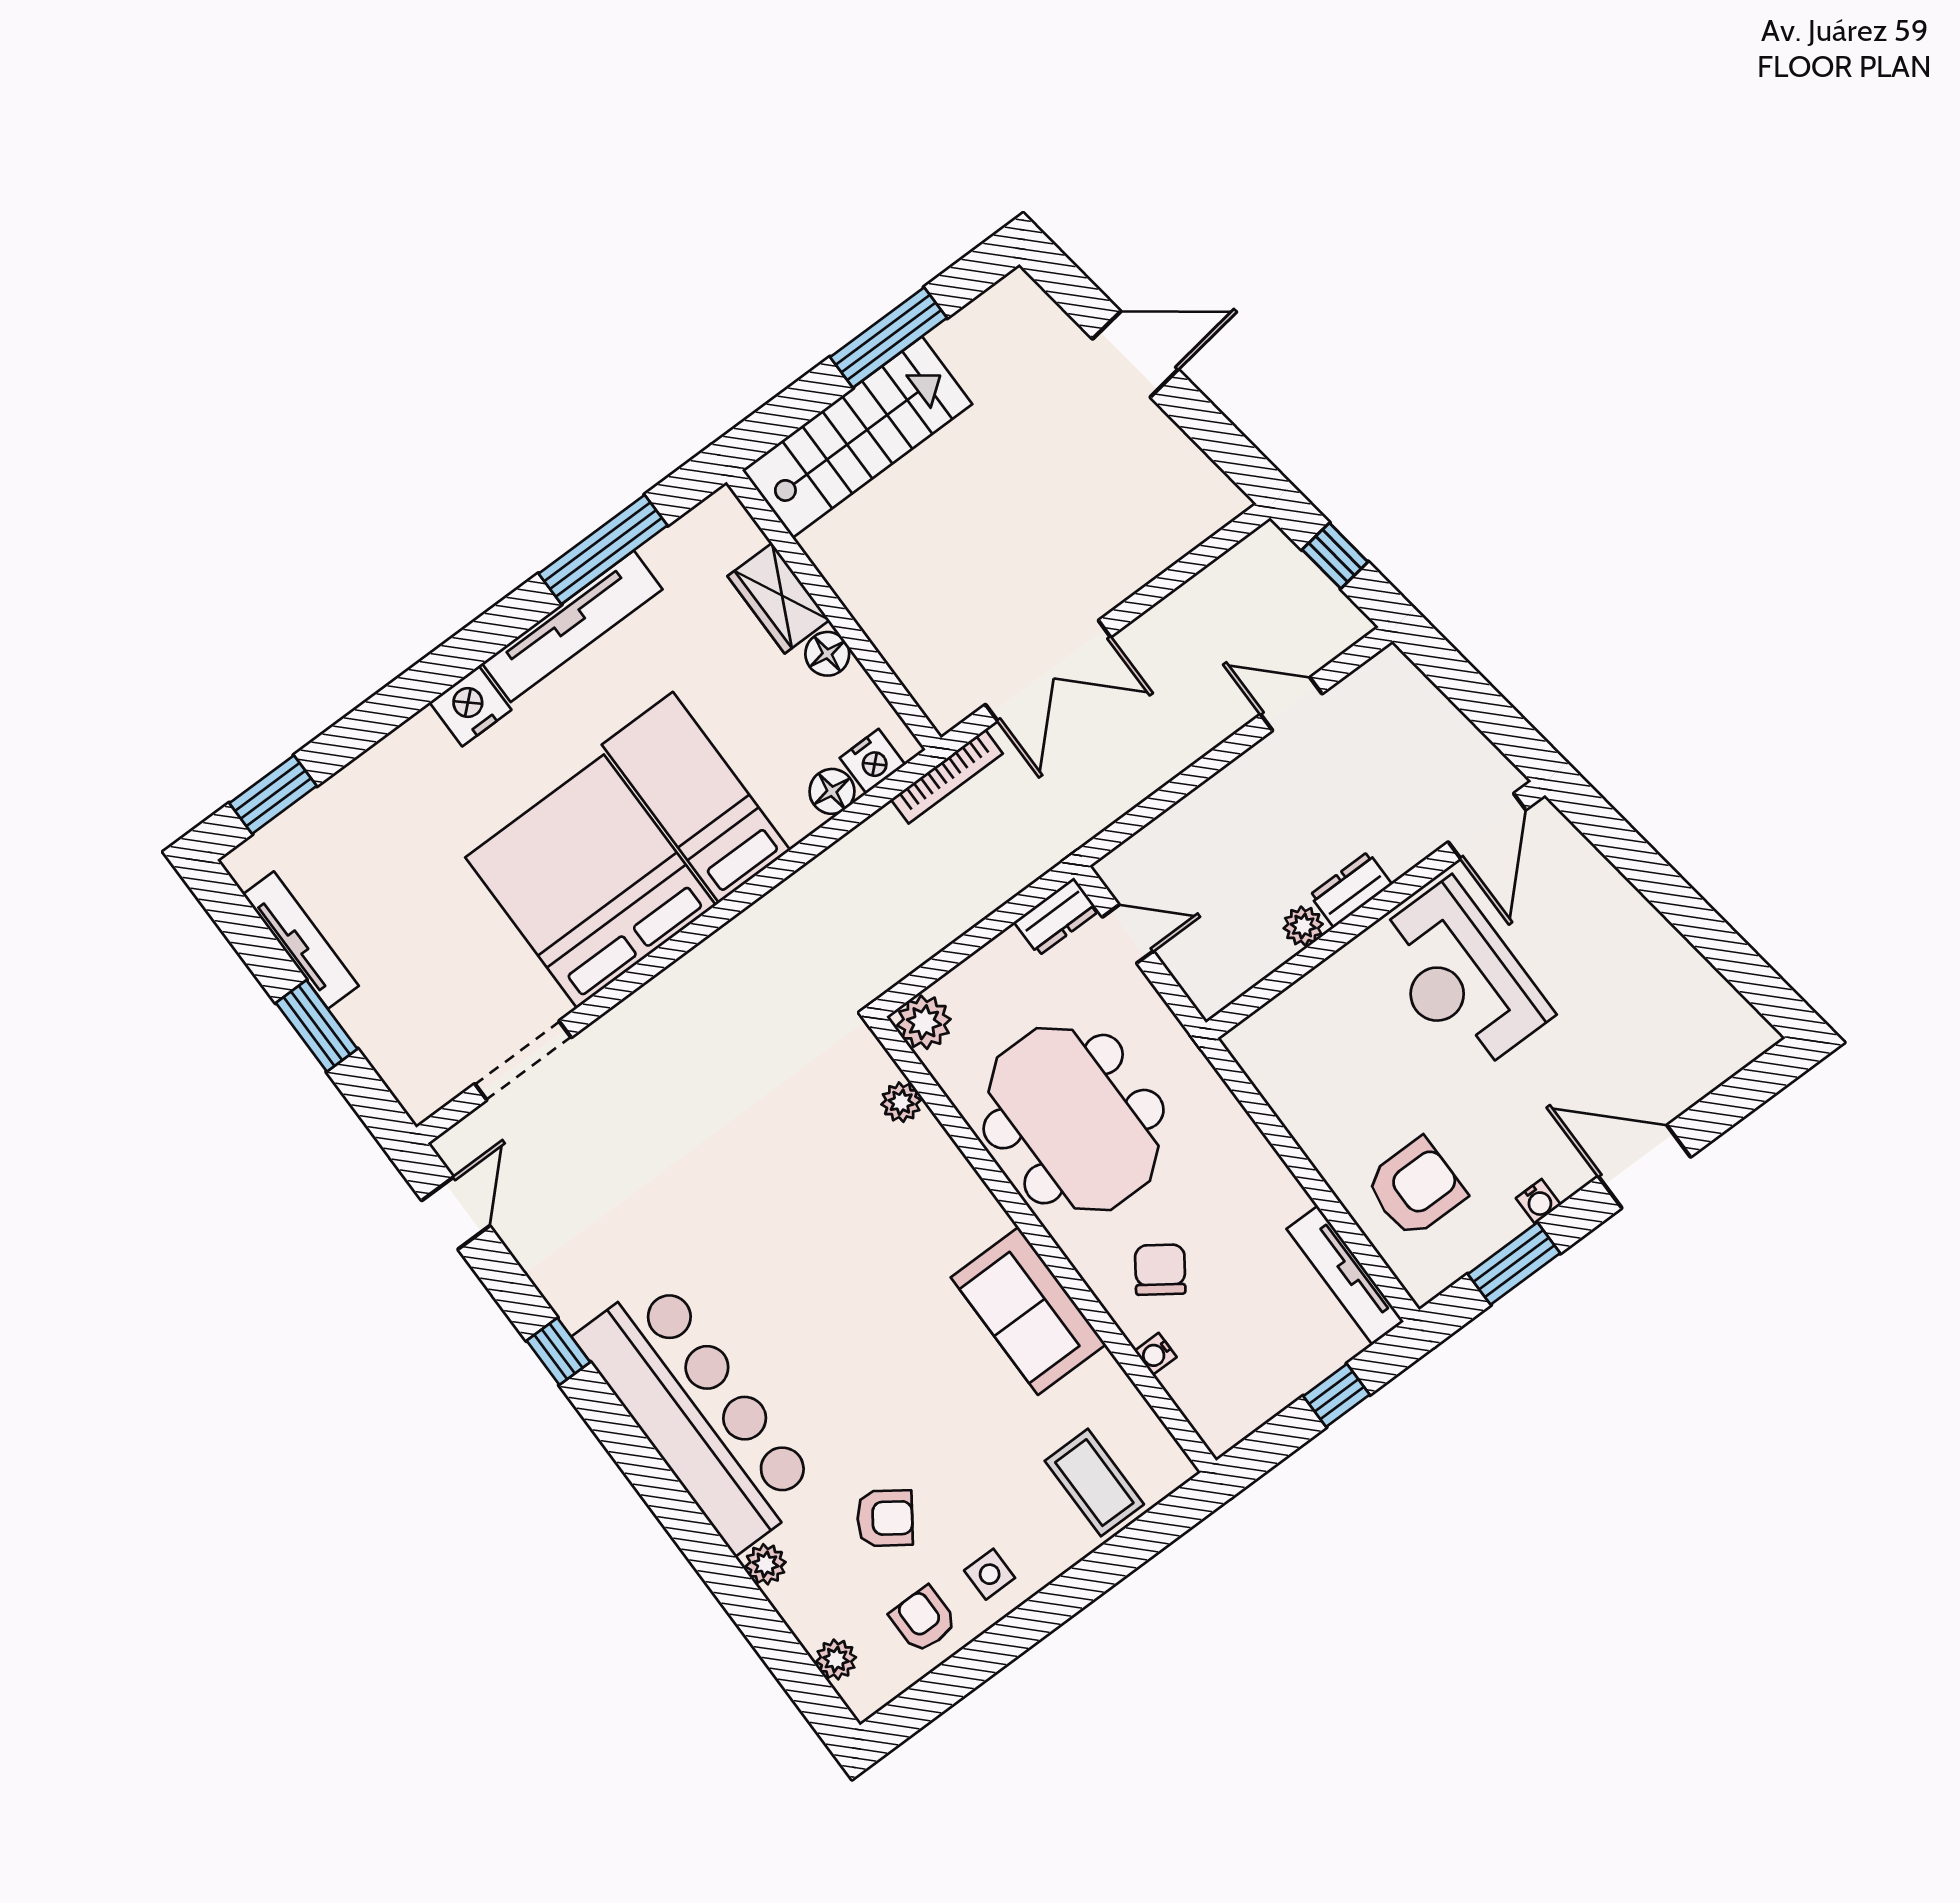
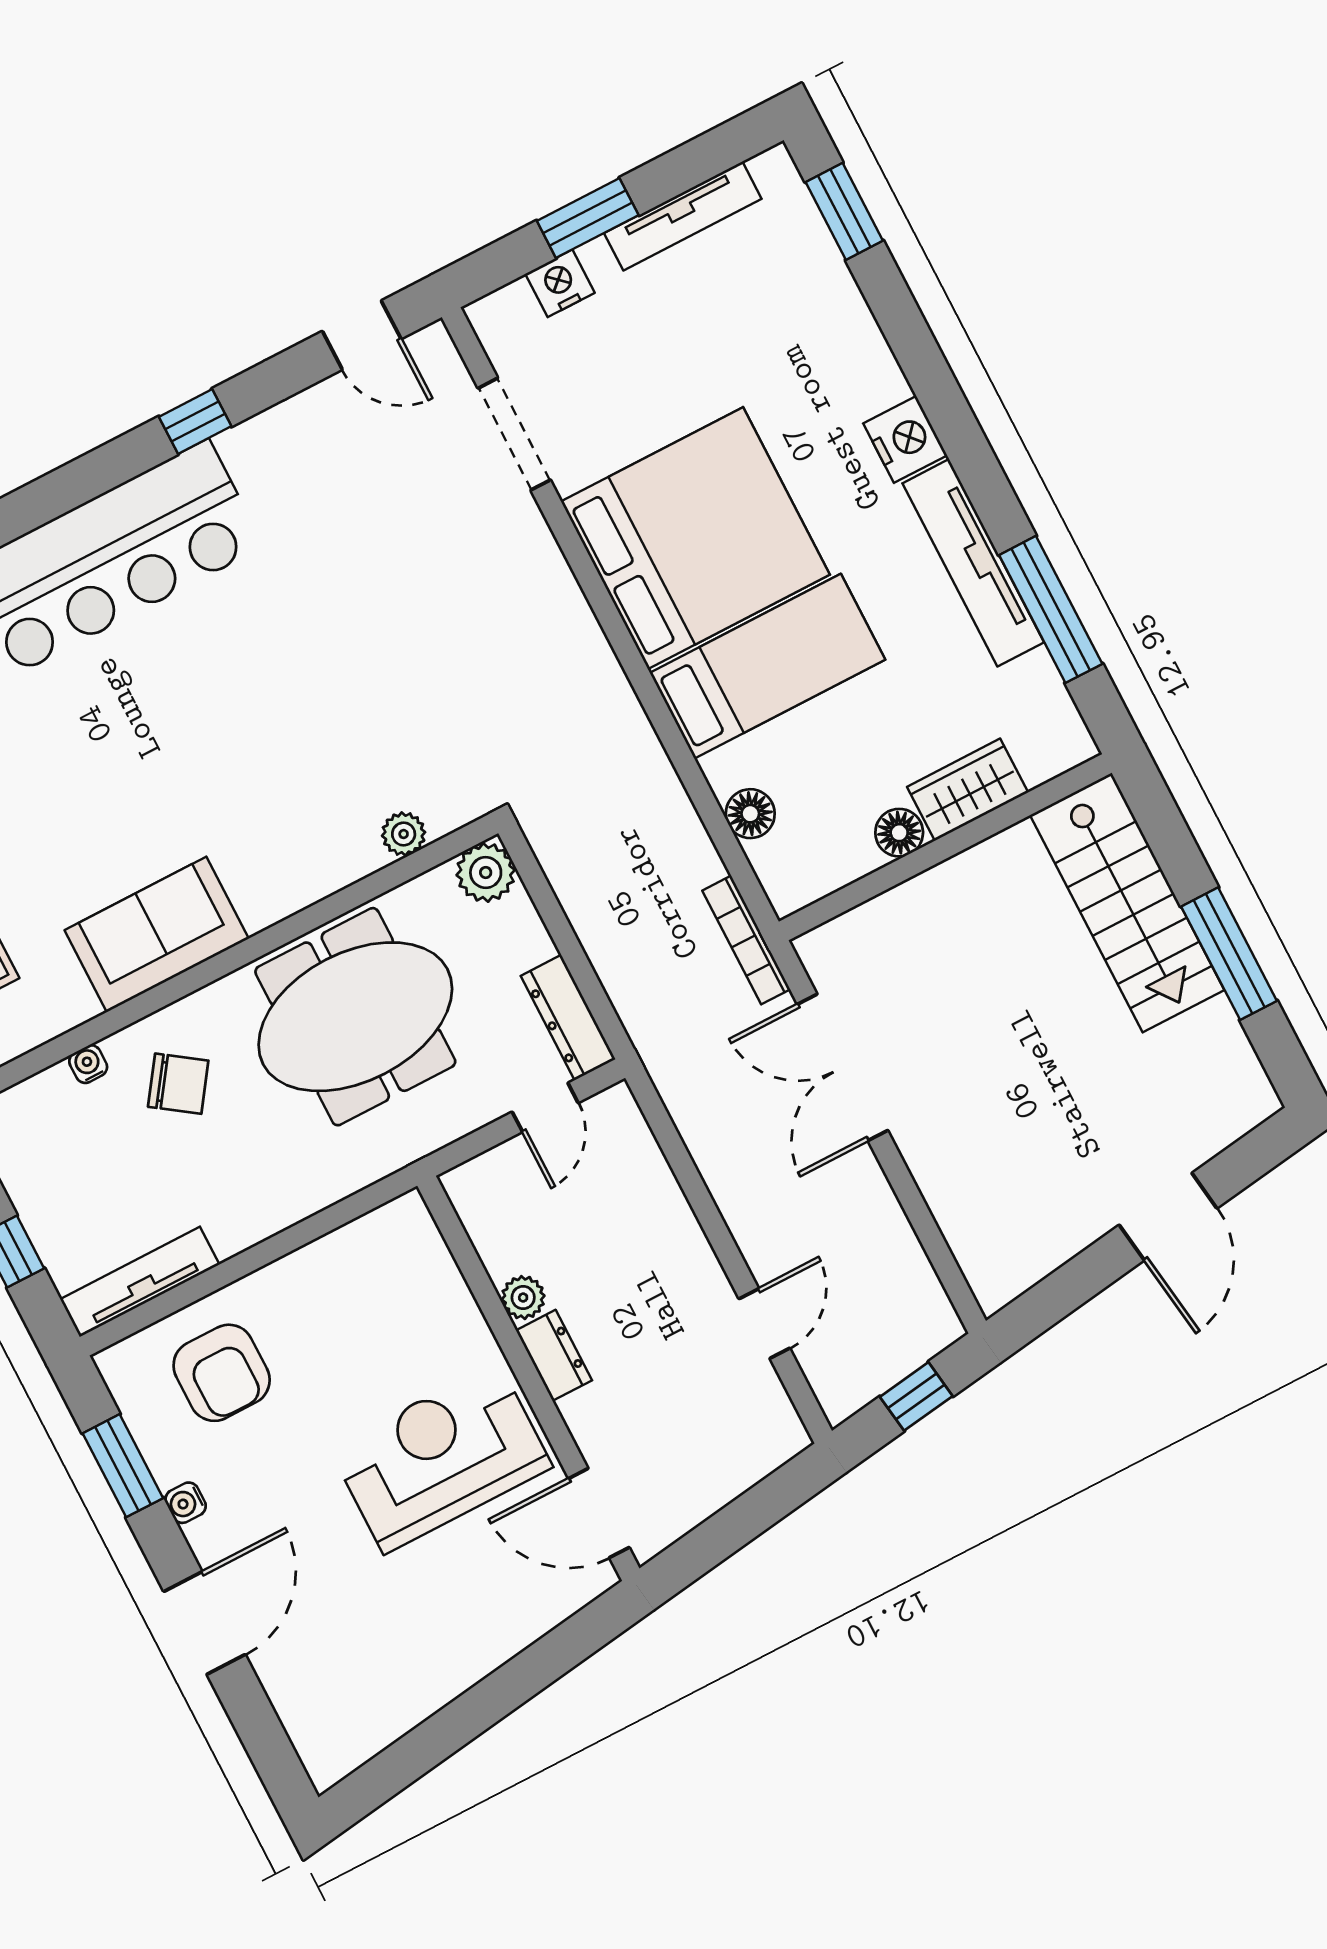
nightstand: (873, 761) -> (560, 283), moved, turned 90
dresser: (1056, 917) -> (568, 1018), width x1.44

